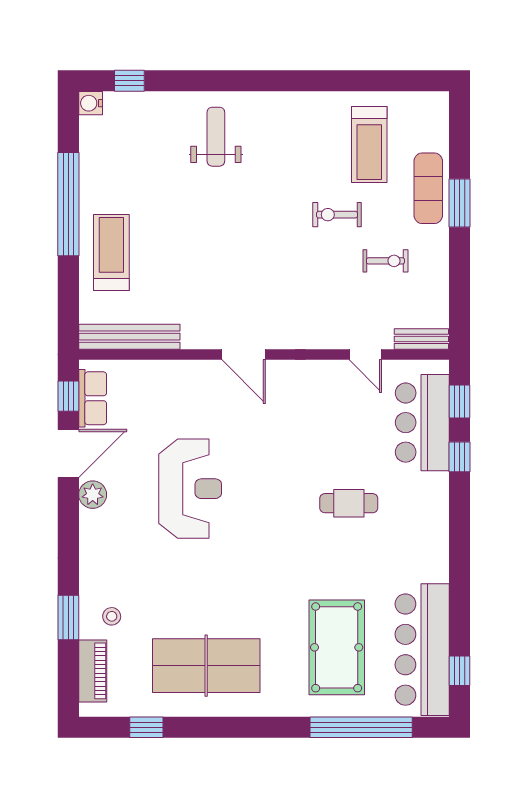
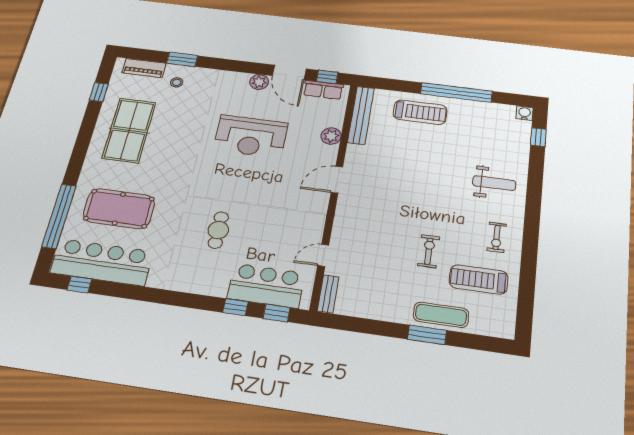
exercise bike: (385, 261) -> (497, 237), moved
plant: (172, 374) -> (331, 136), added

